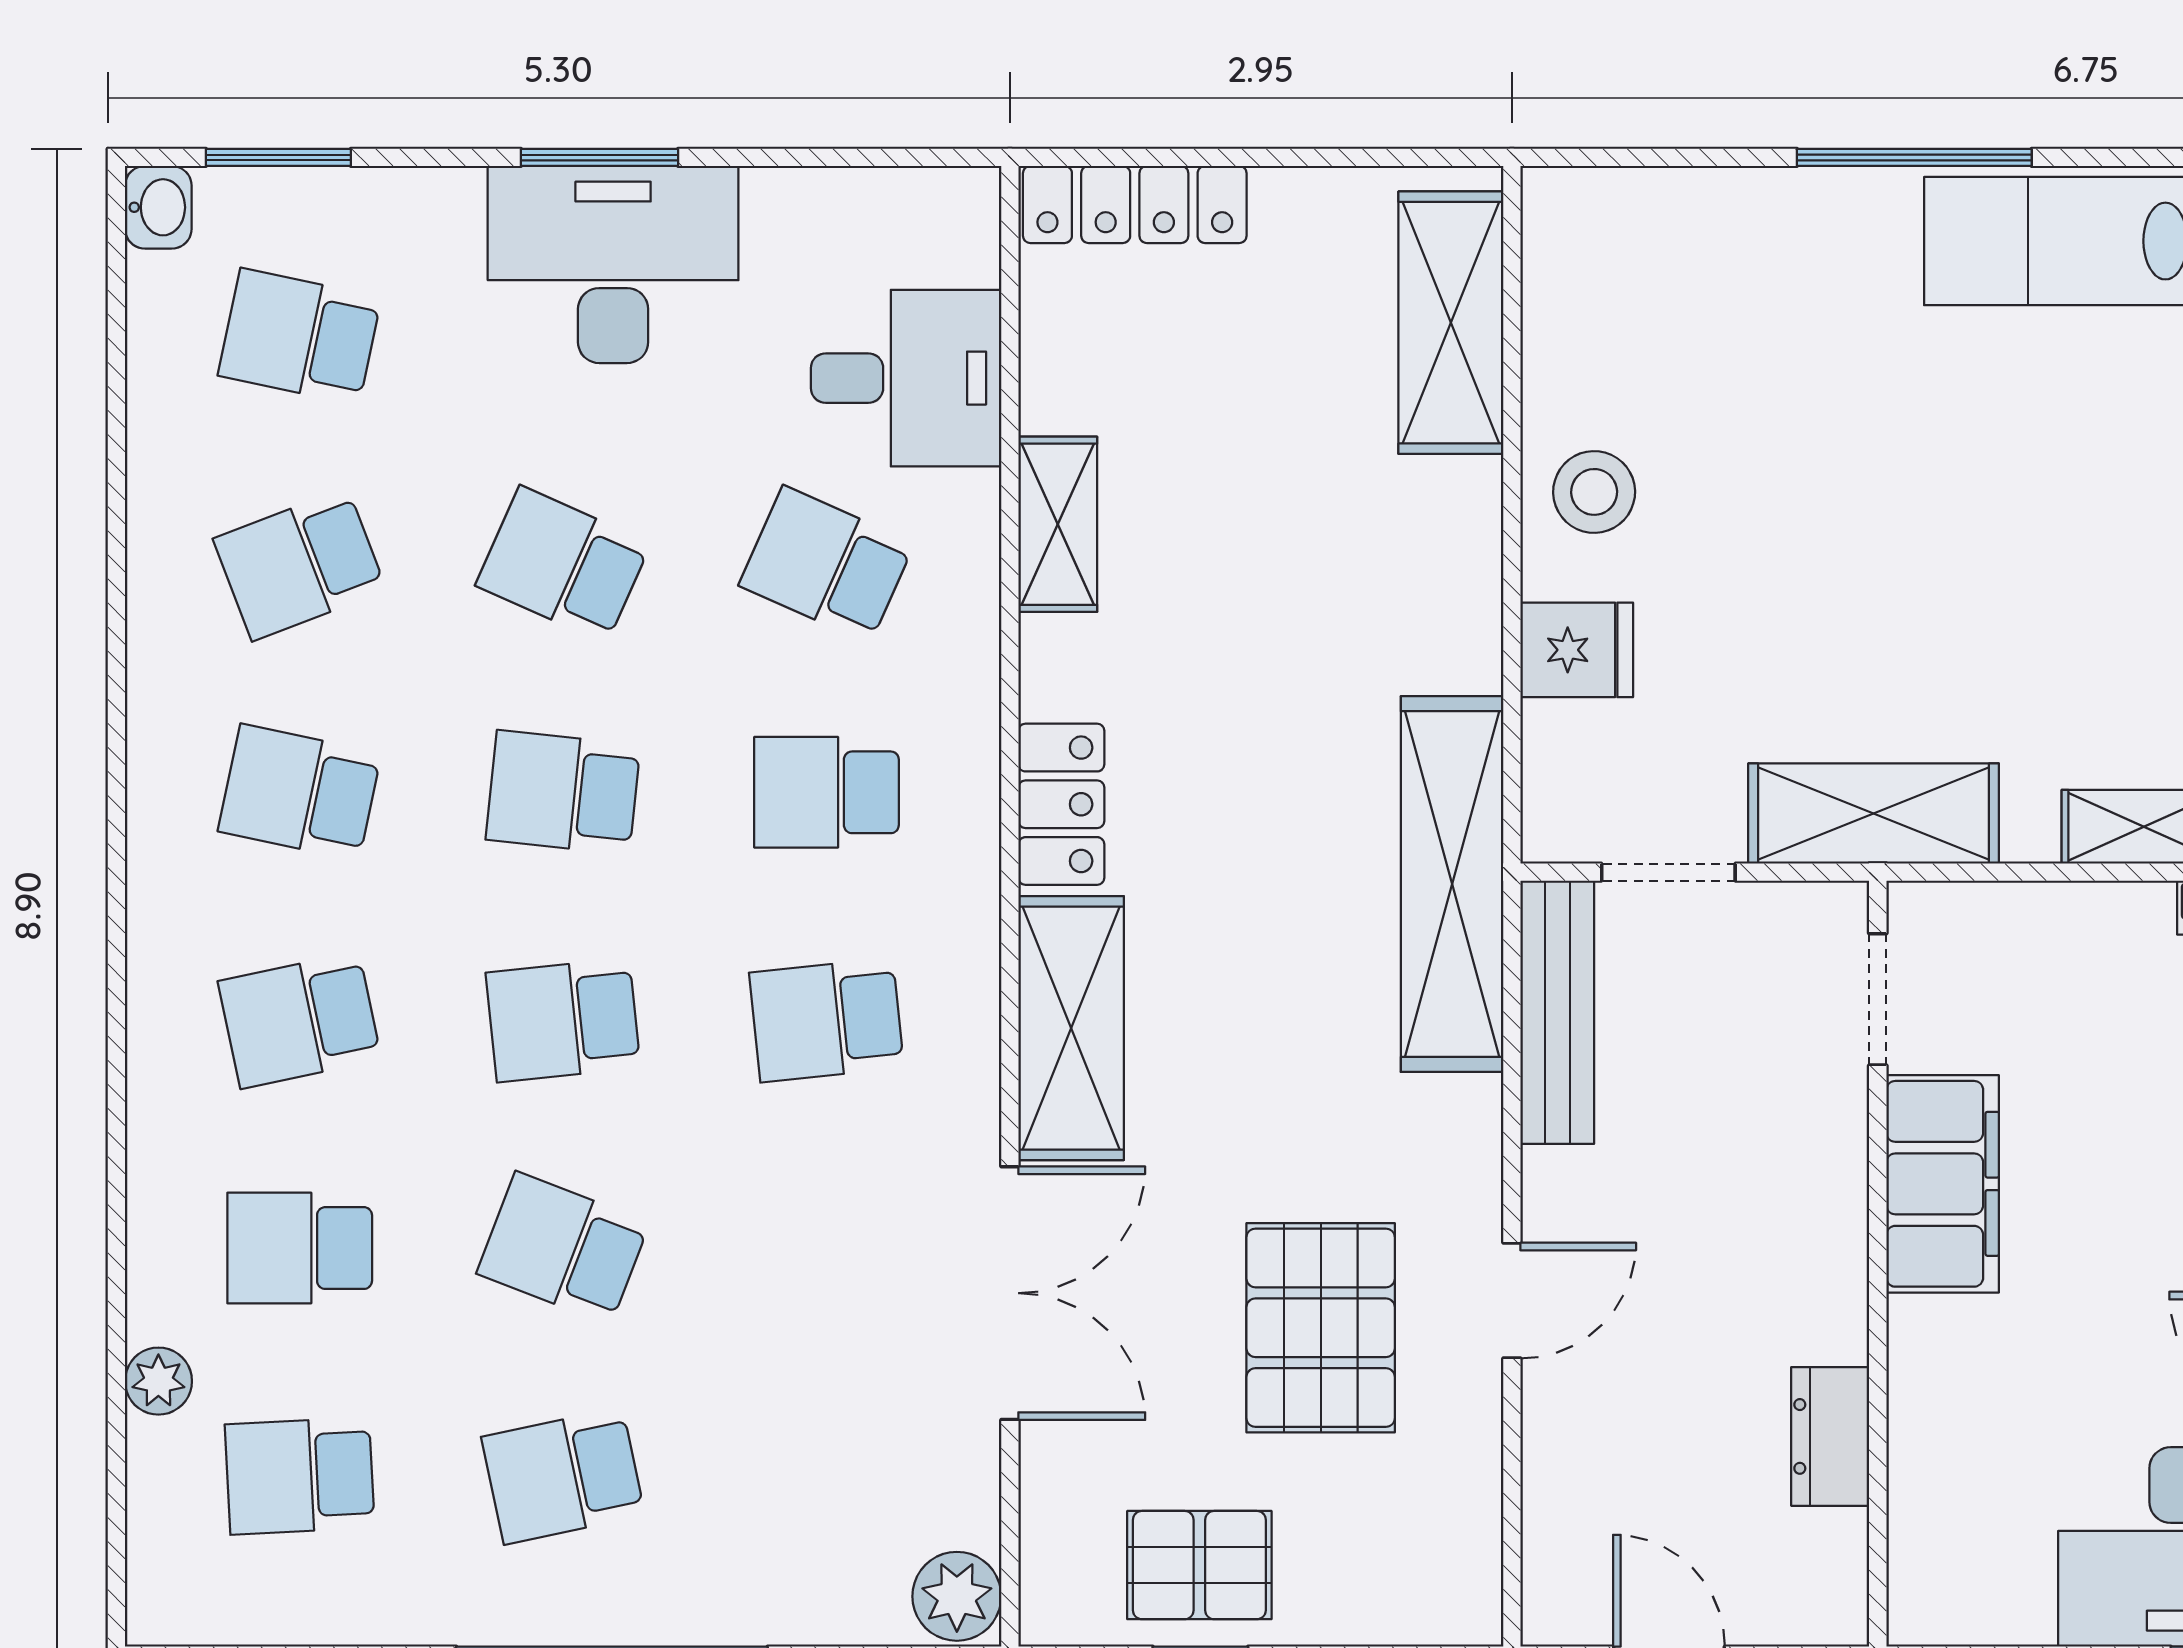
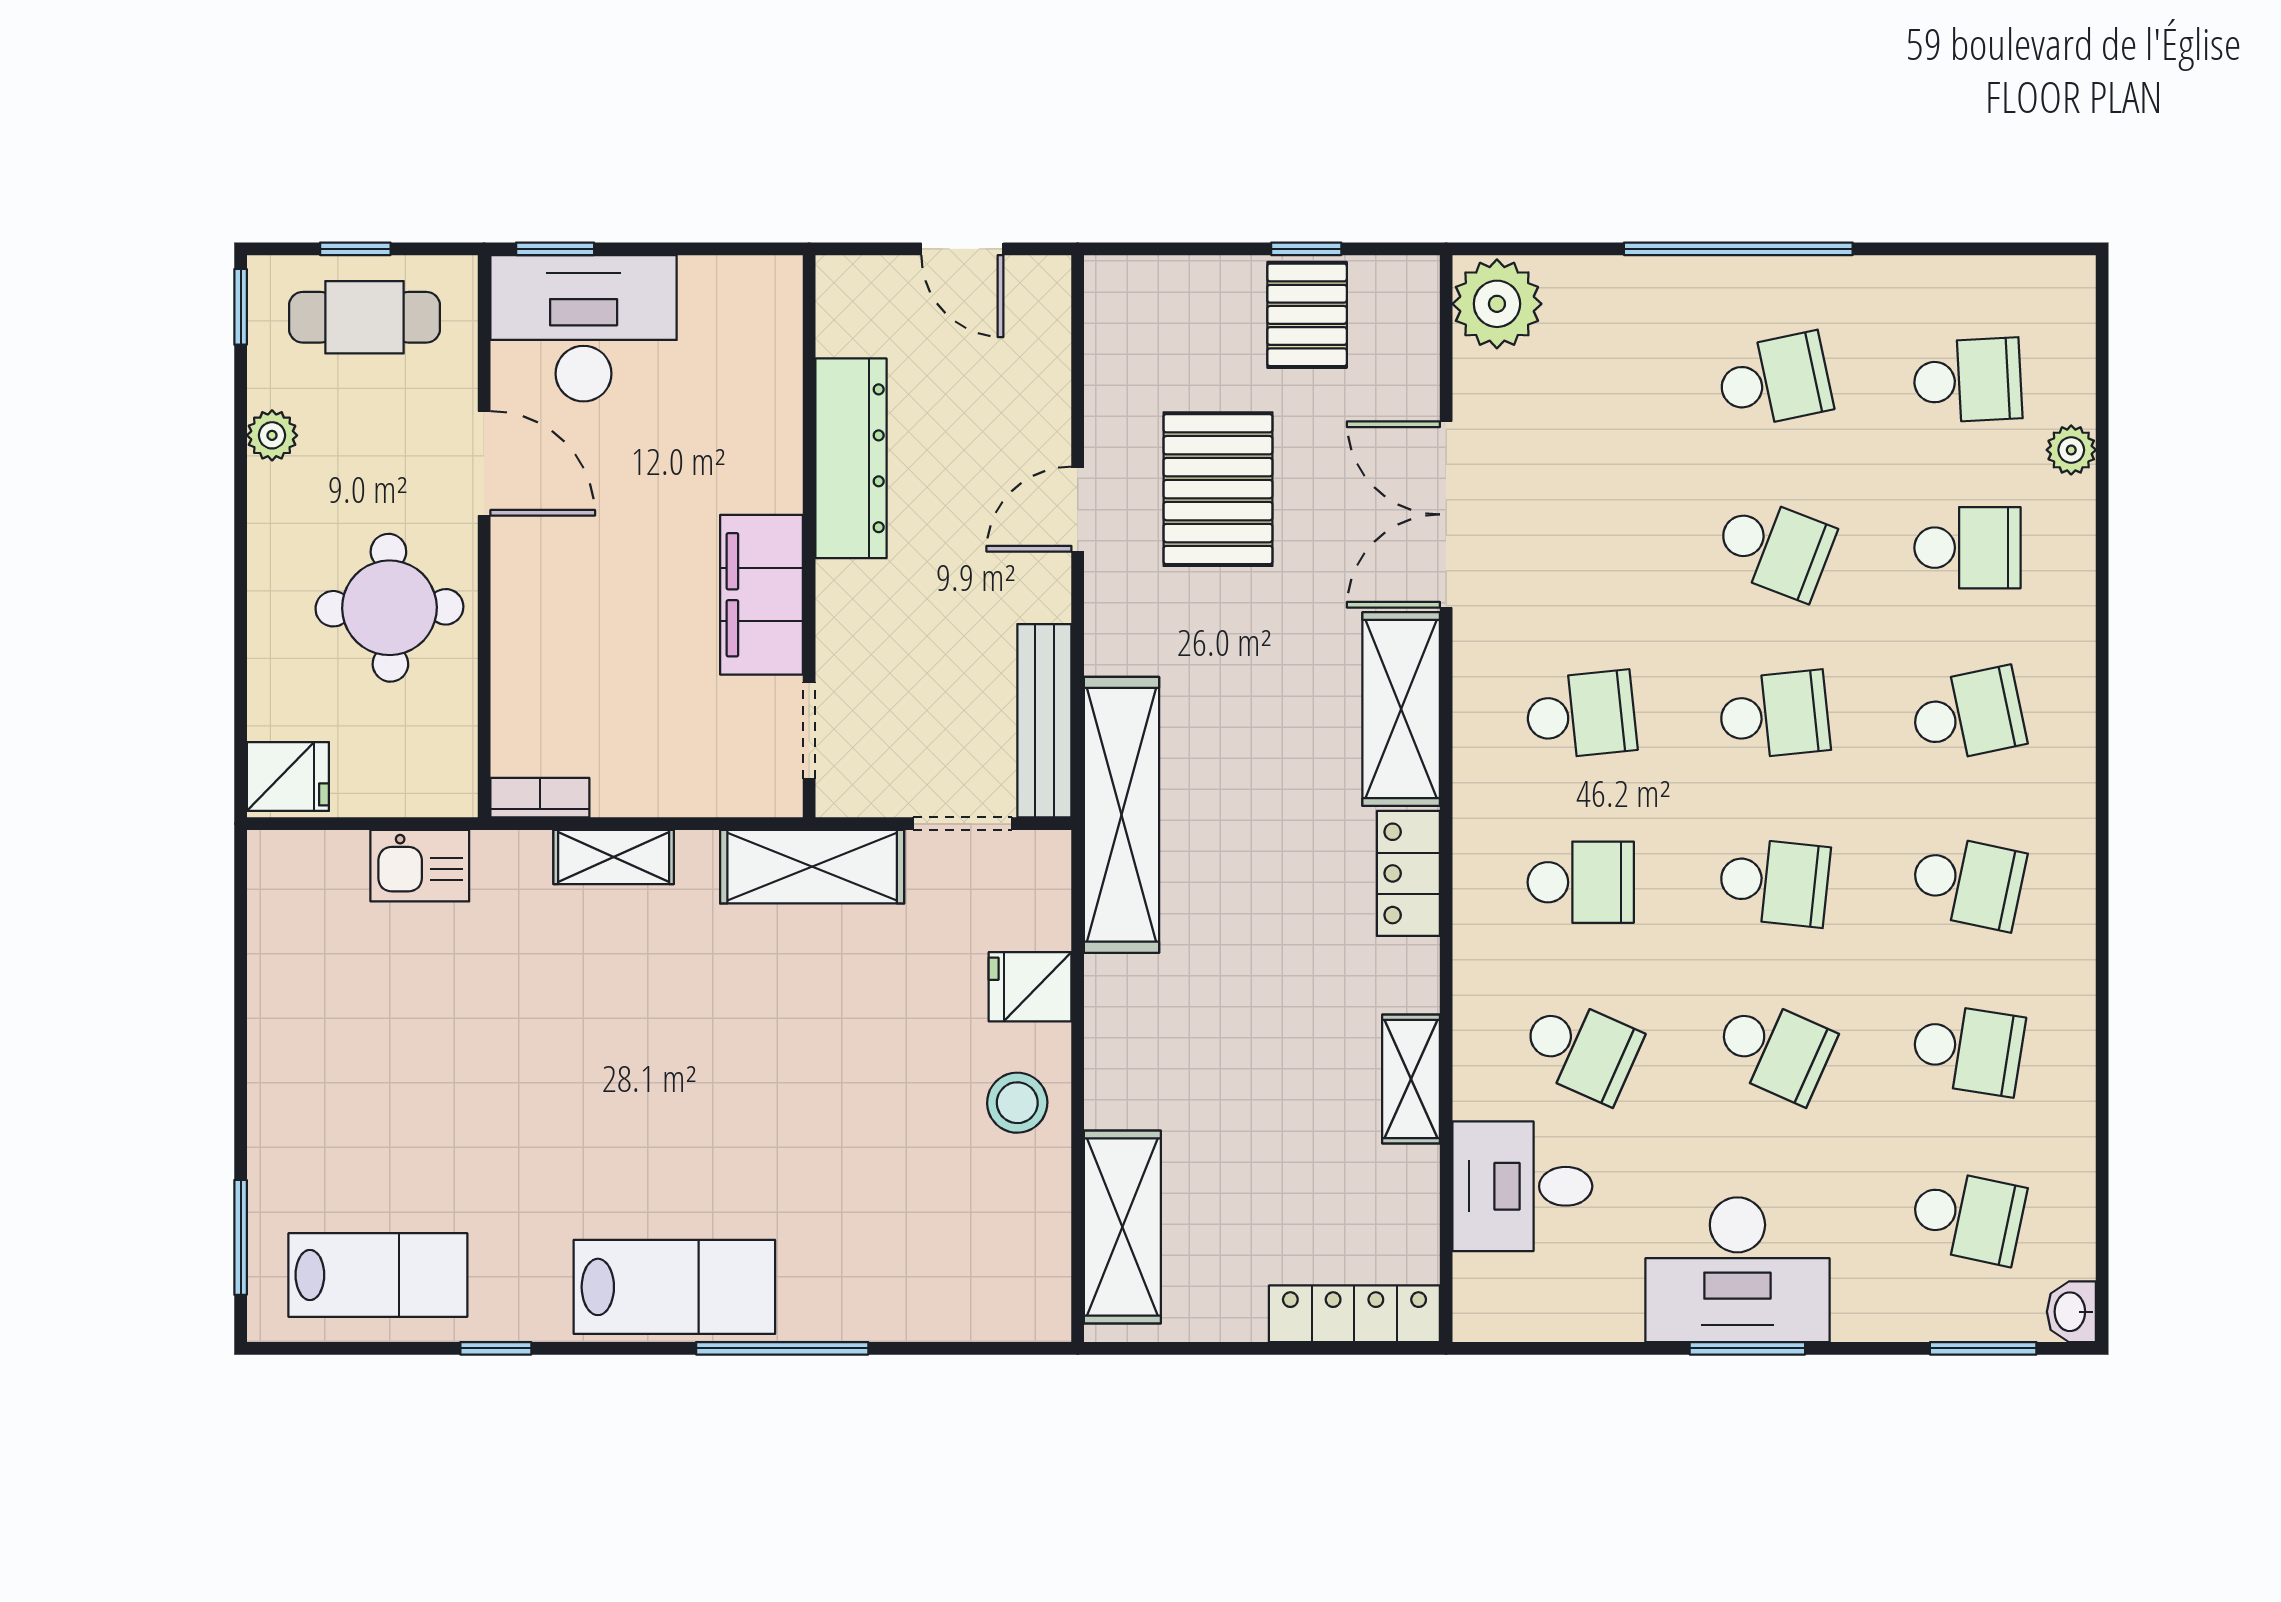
school desk: (300, 564) -> (1968, 1049), turned 30
dresser: (1830, 1436) -> (851, 458), width x1.96, depth x1.24
pallet: (1199, 1565) -> (1307, 315), turned 90
plant: (957, 1596) -> (1497, 304), width x1.36, depth x1.36

